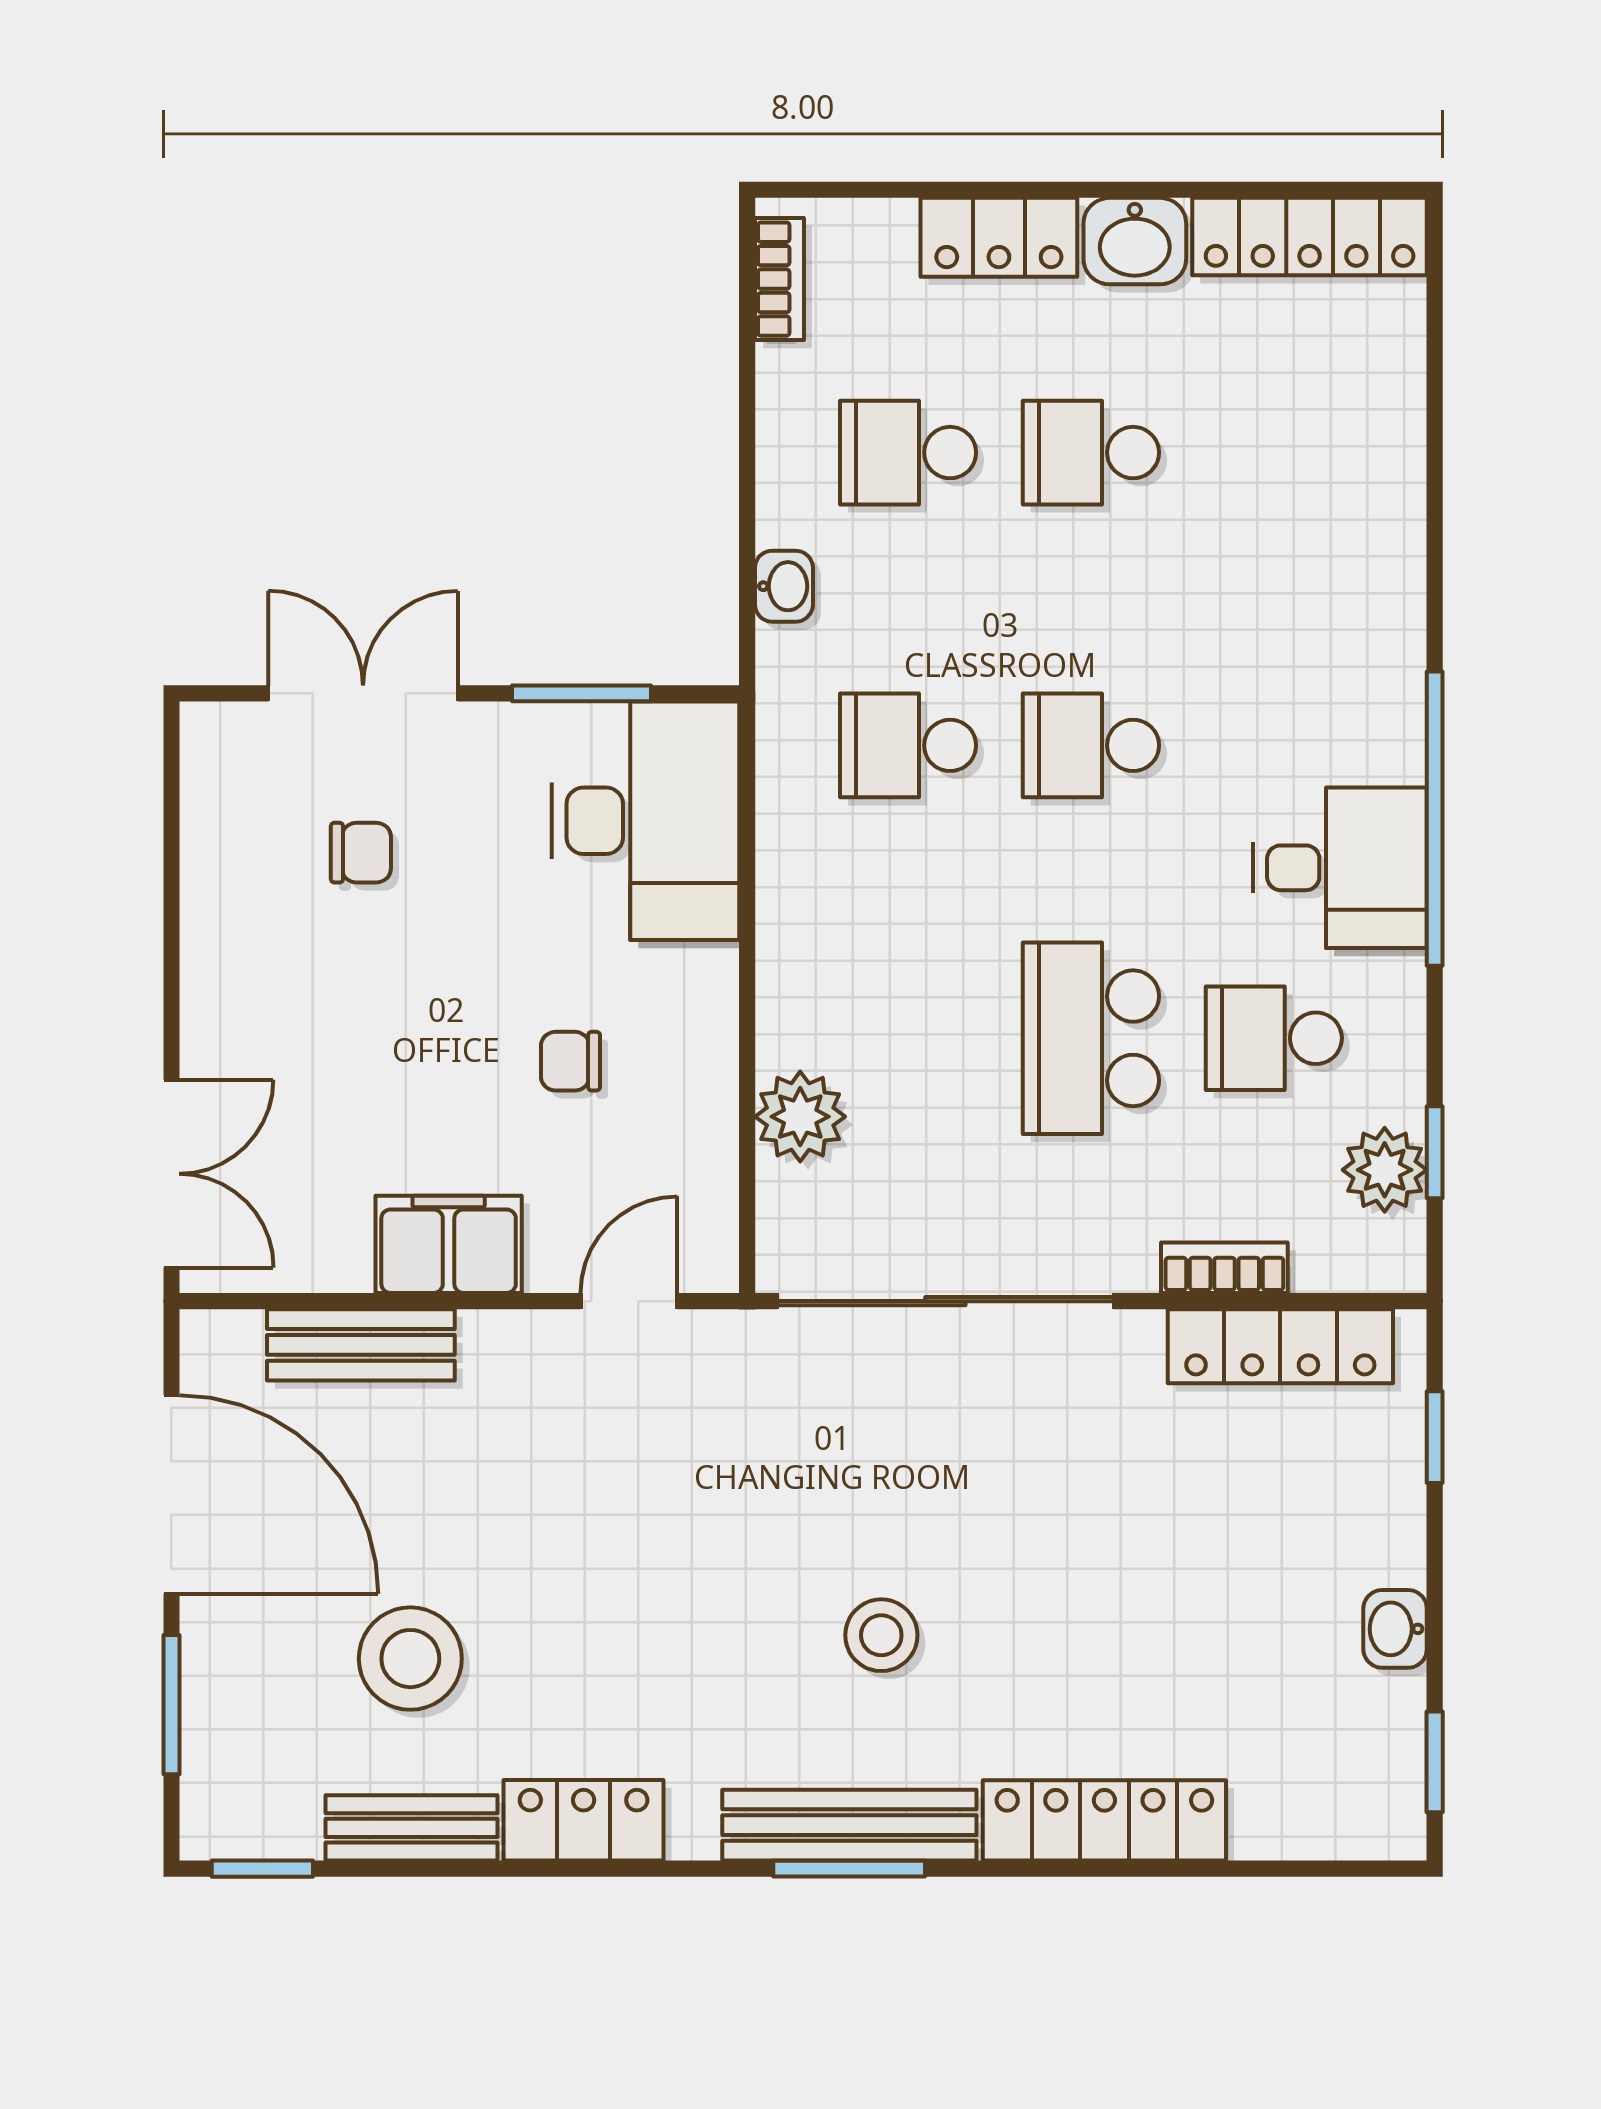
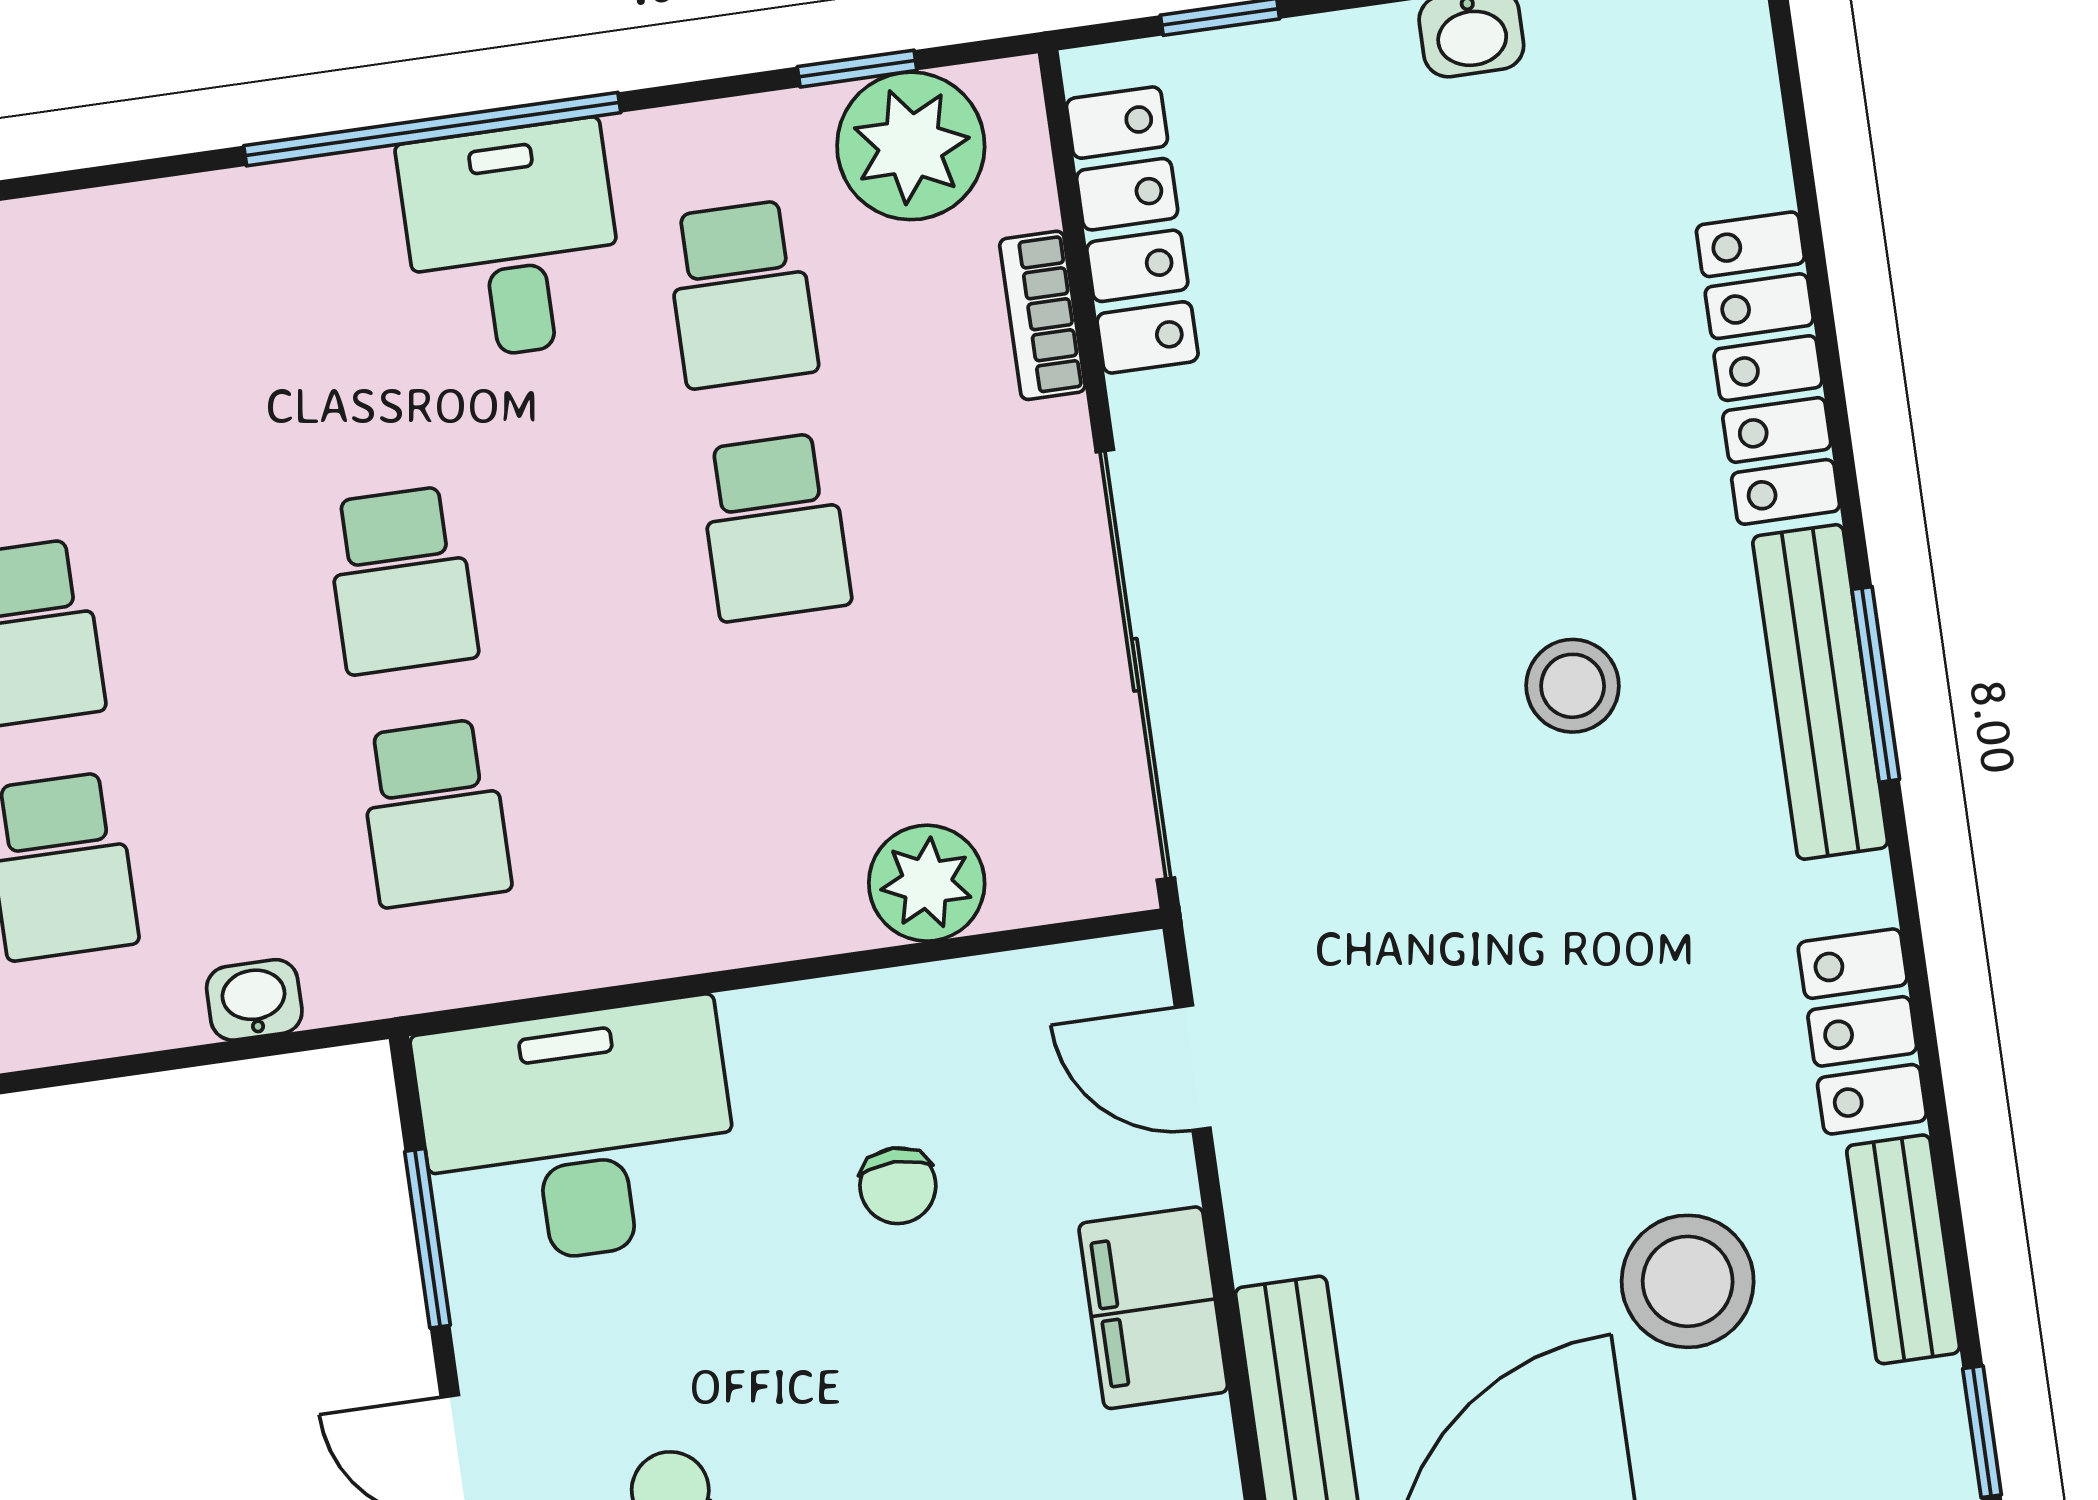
school desk: (1091, 1038) -> (774, 527), width x0.54
plant: (1385, 1170) -> (911, 146), width x1.36, depth x1.36

